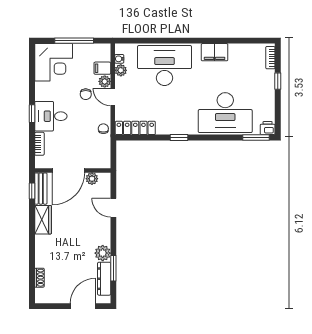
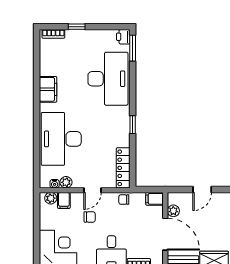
window: (74, 41) -> (37, 228), removed
plant: (105, 81) -> (51, 198), moved
filing cabinet: (104, 160) -> (154, 199), added

